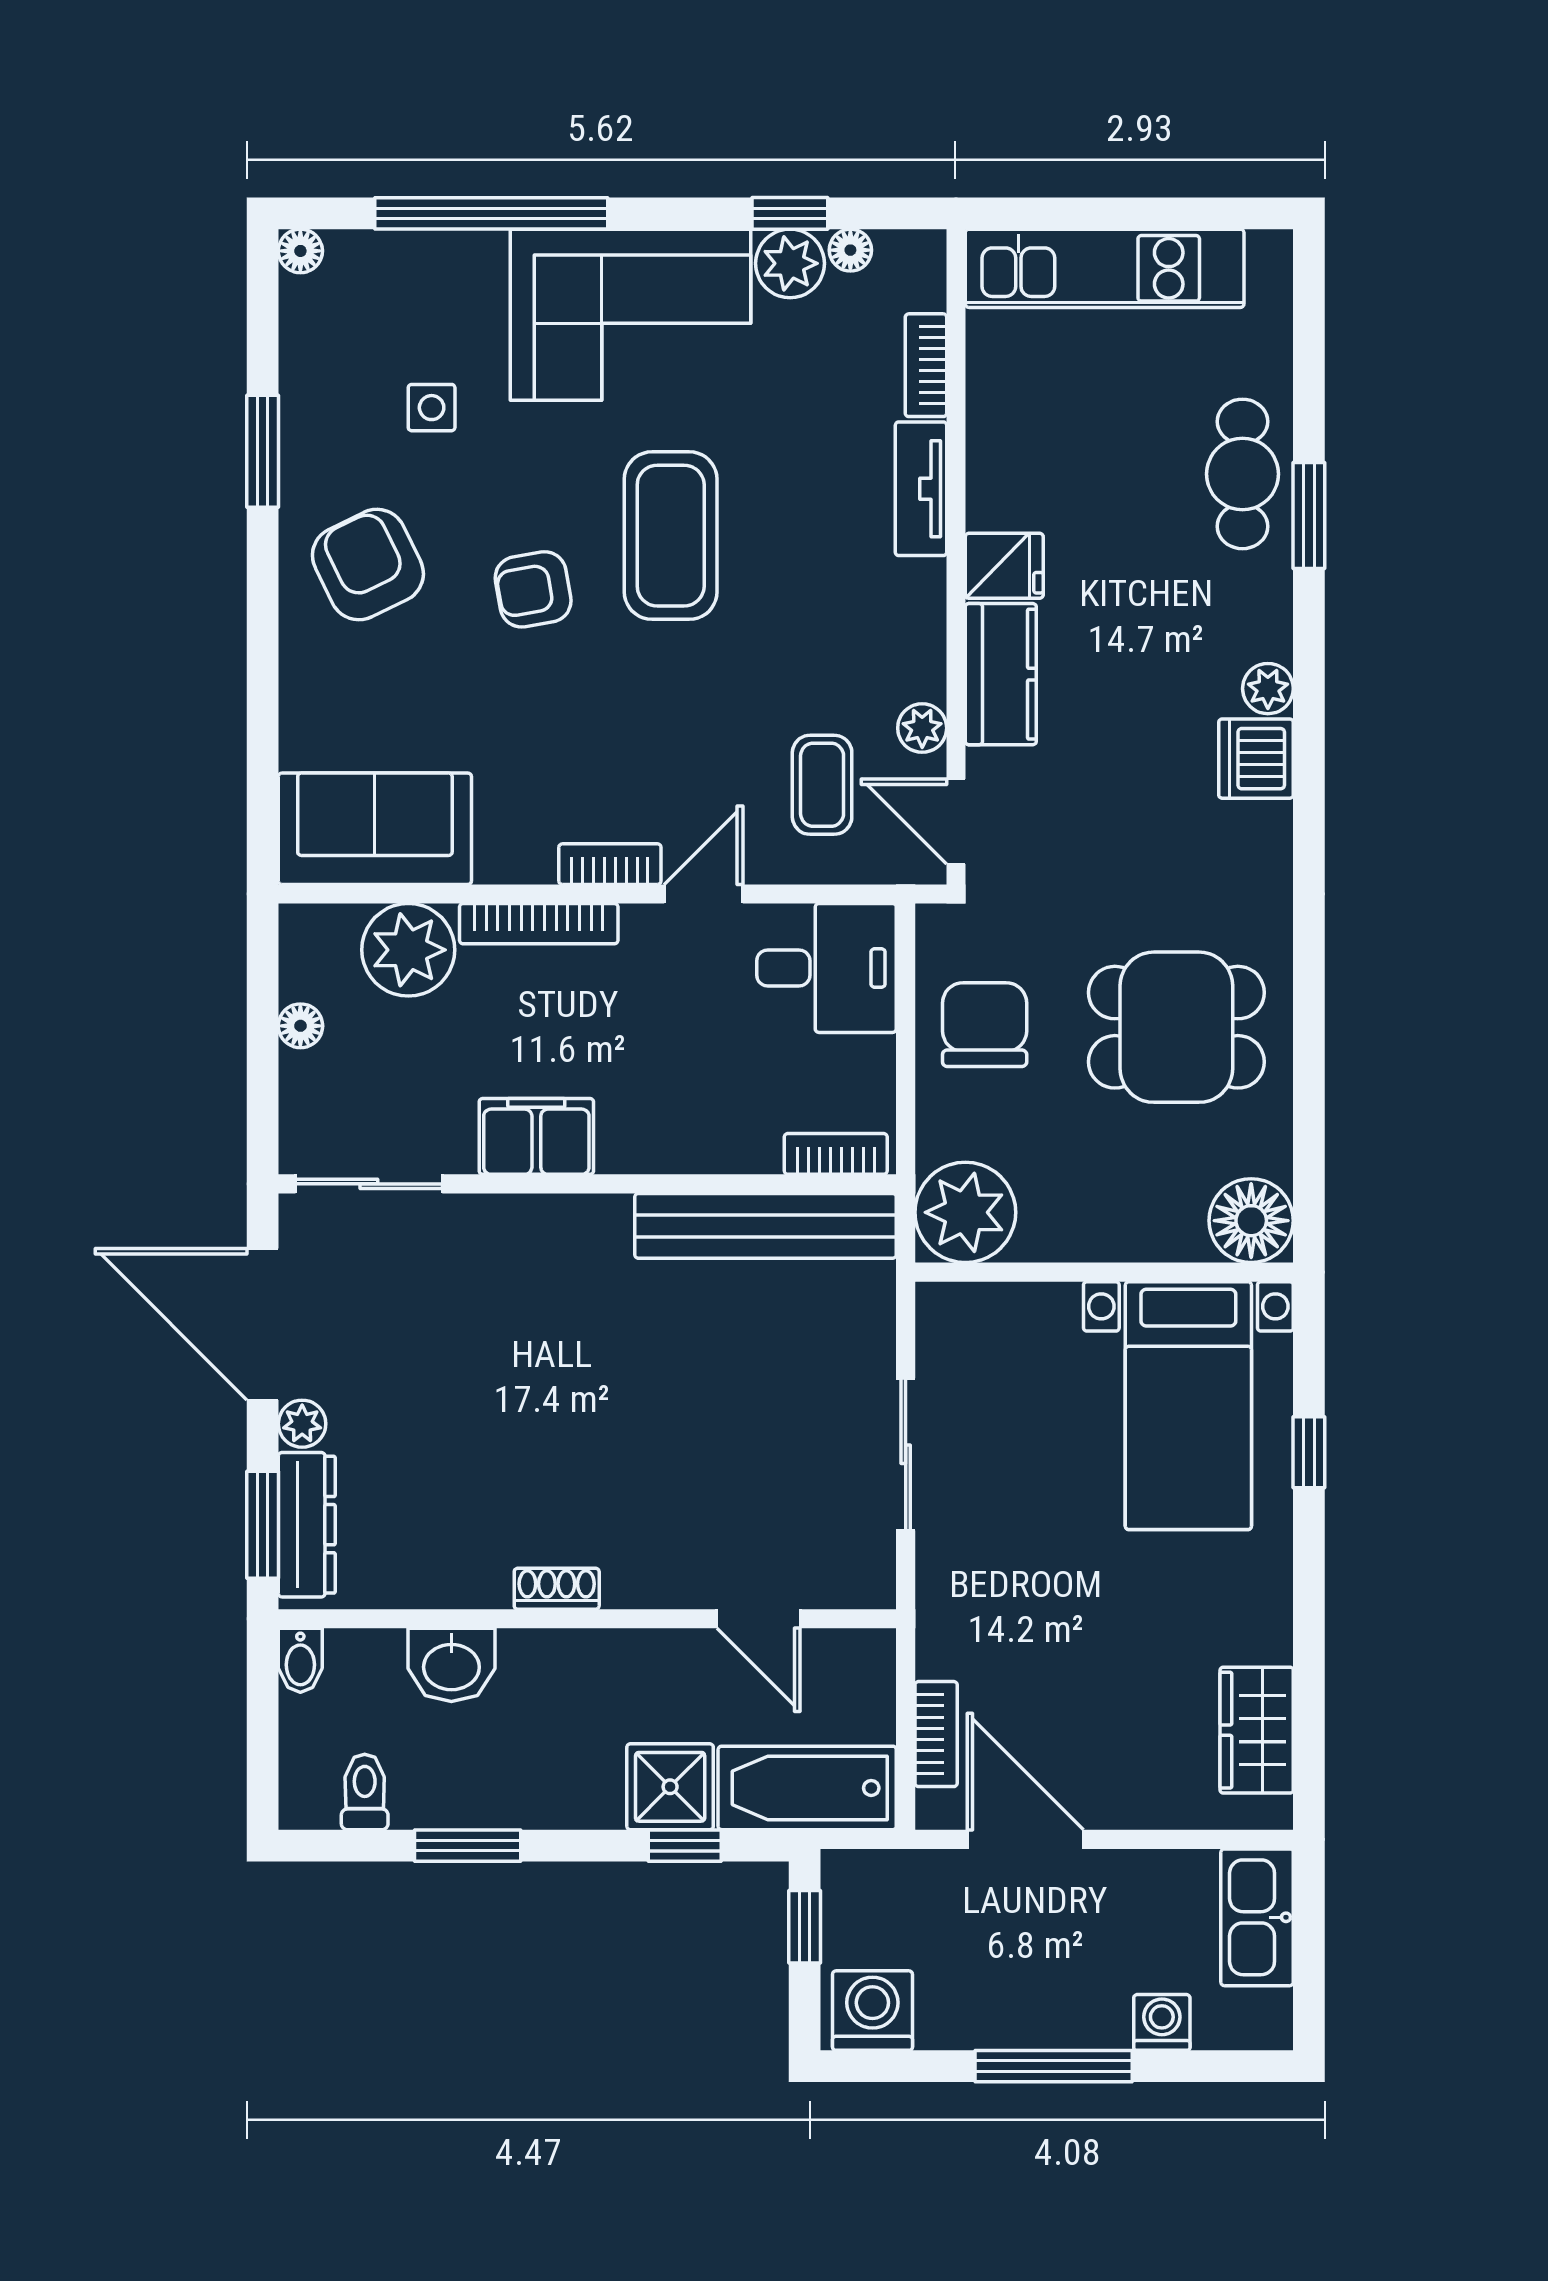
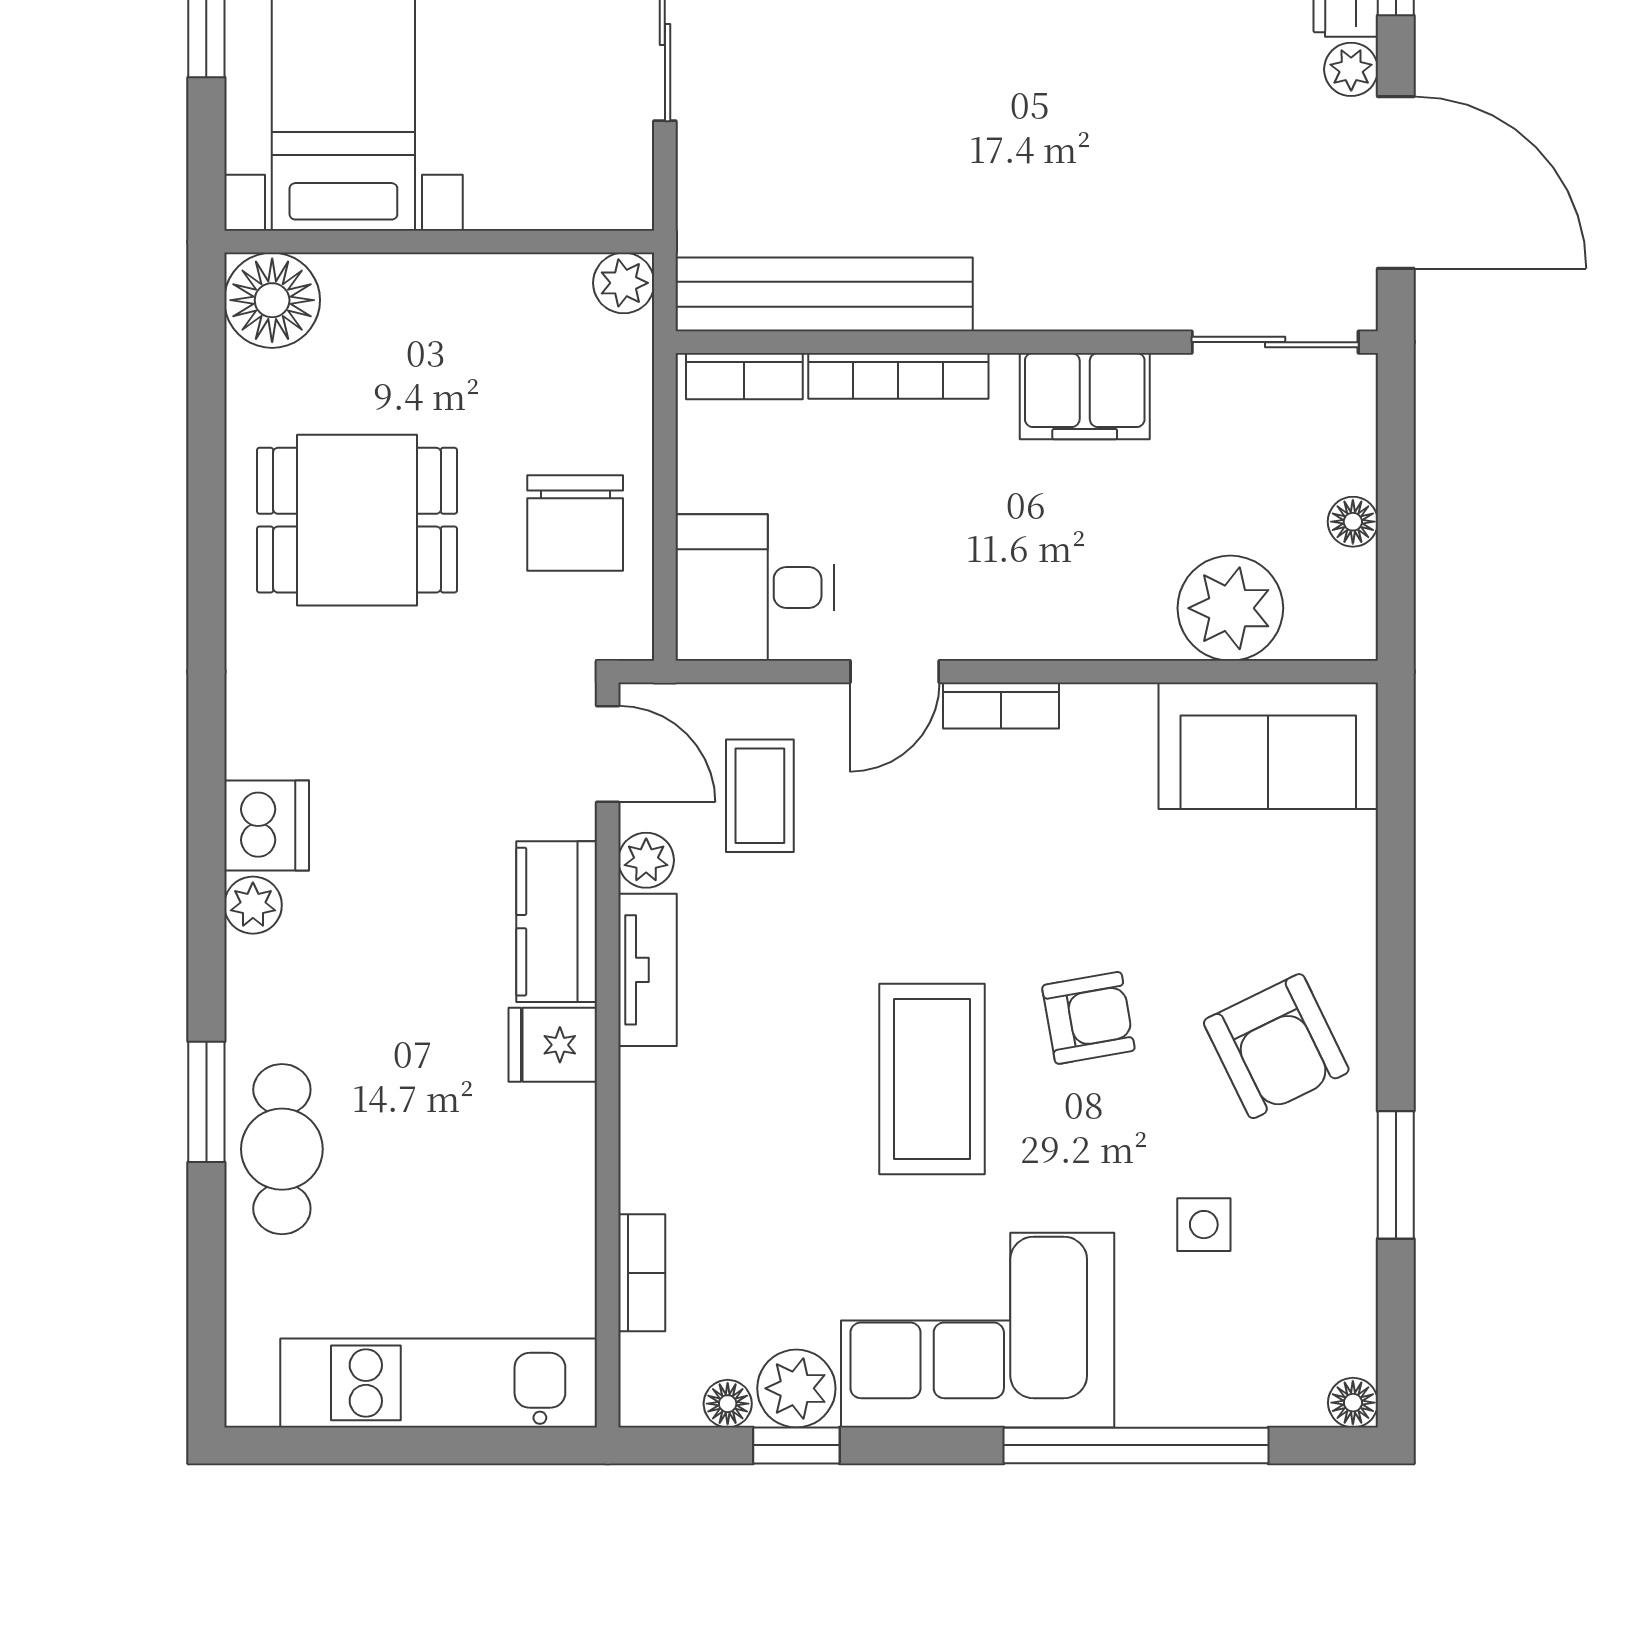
tv unit: (921, 489) -> (647, 970), moved
bookcase: (539, 924) -> (898, 376), moved, turned 180
plant: (965, 1212) -> (624, 283), width x0.53, depth x0.53

